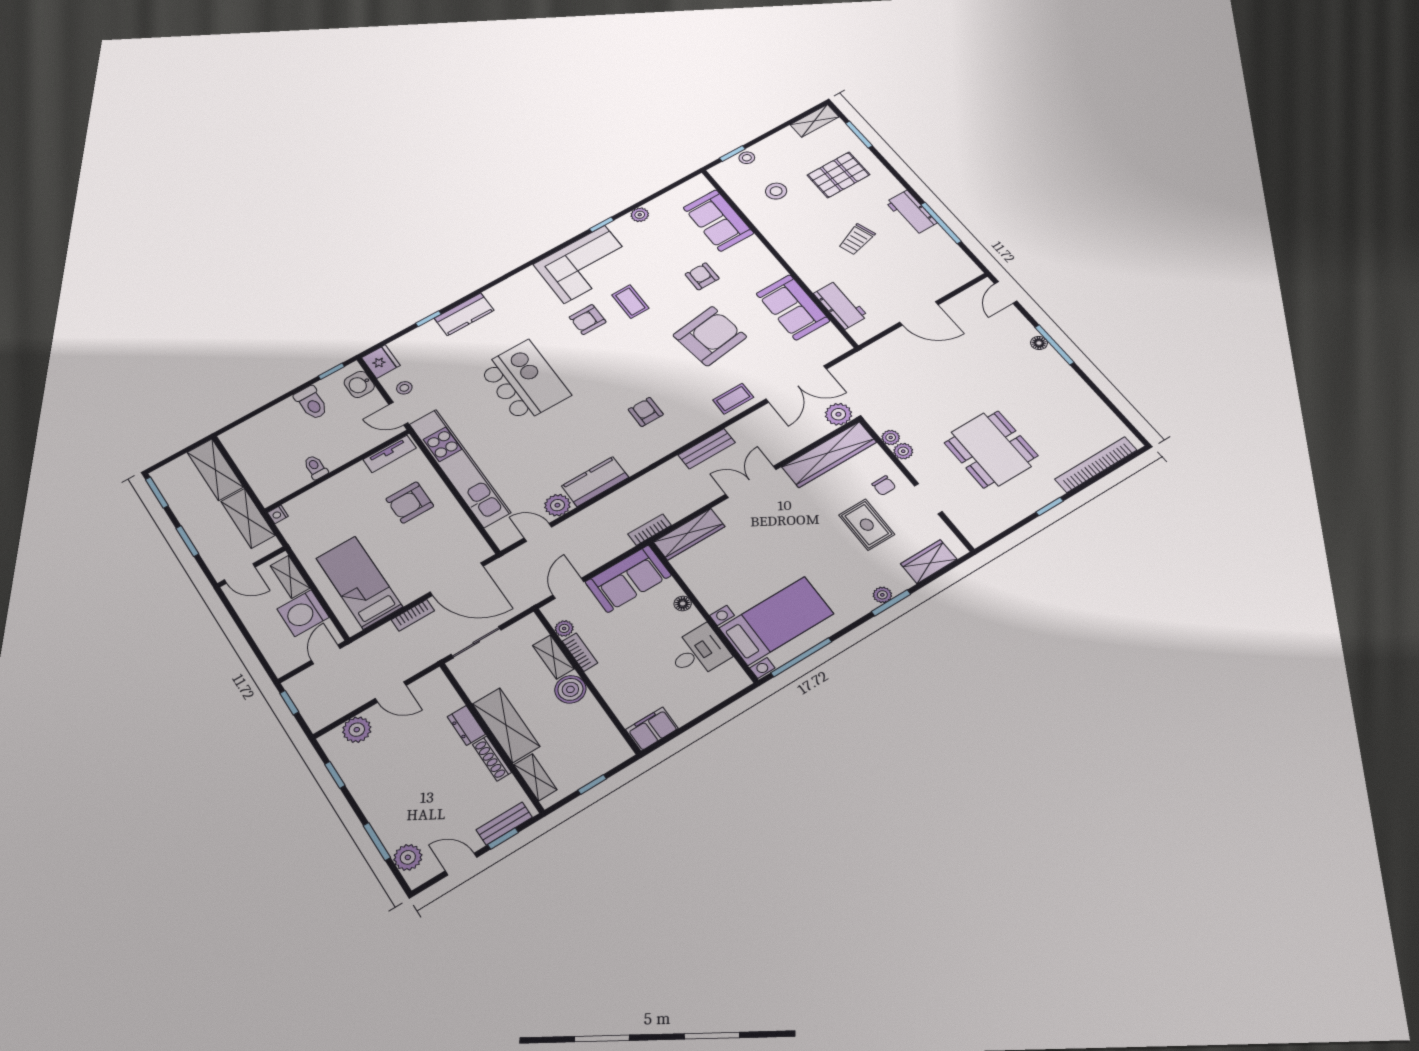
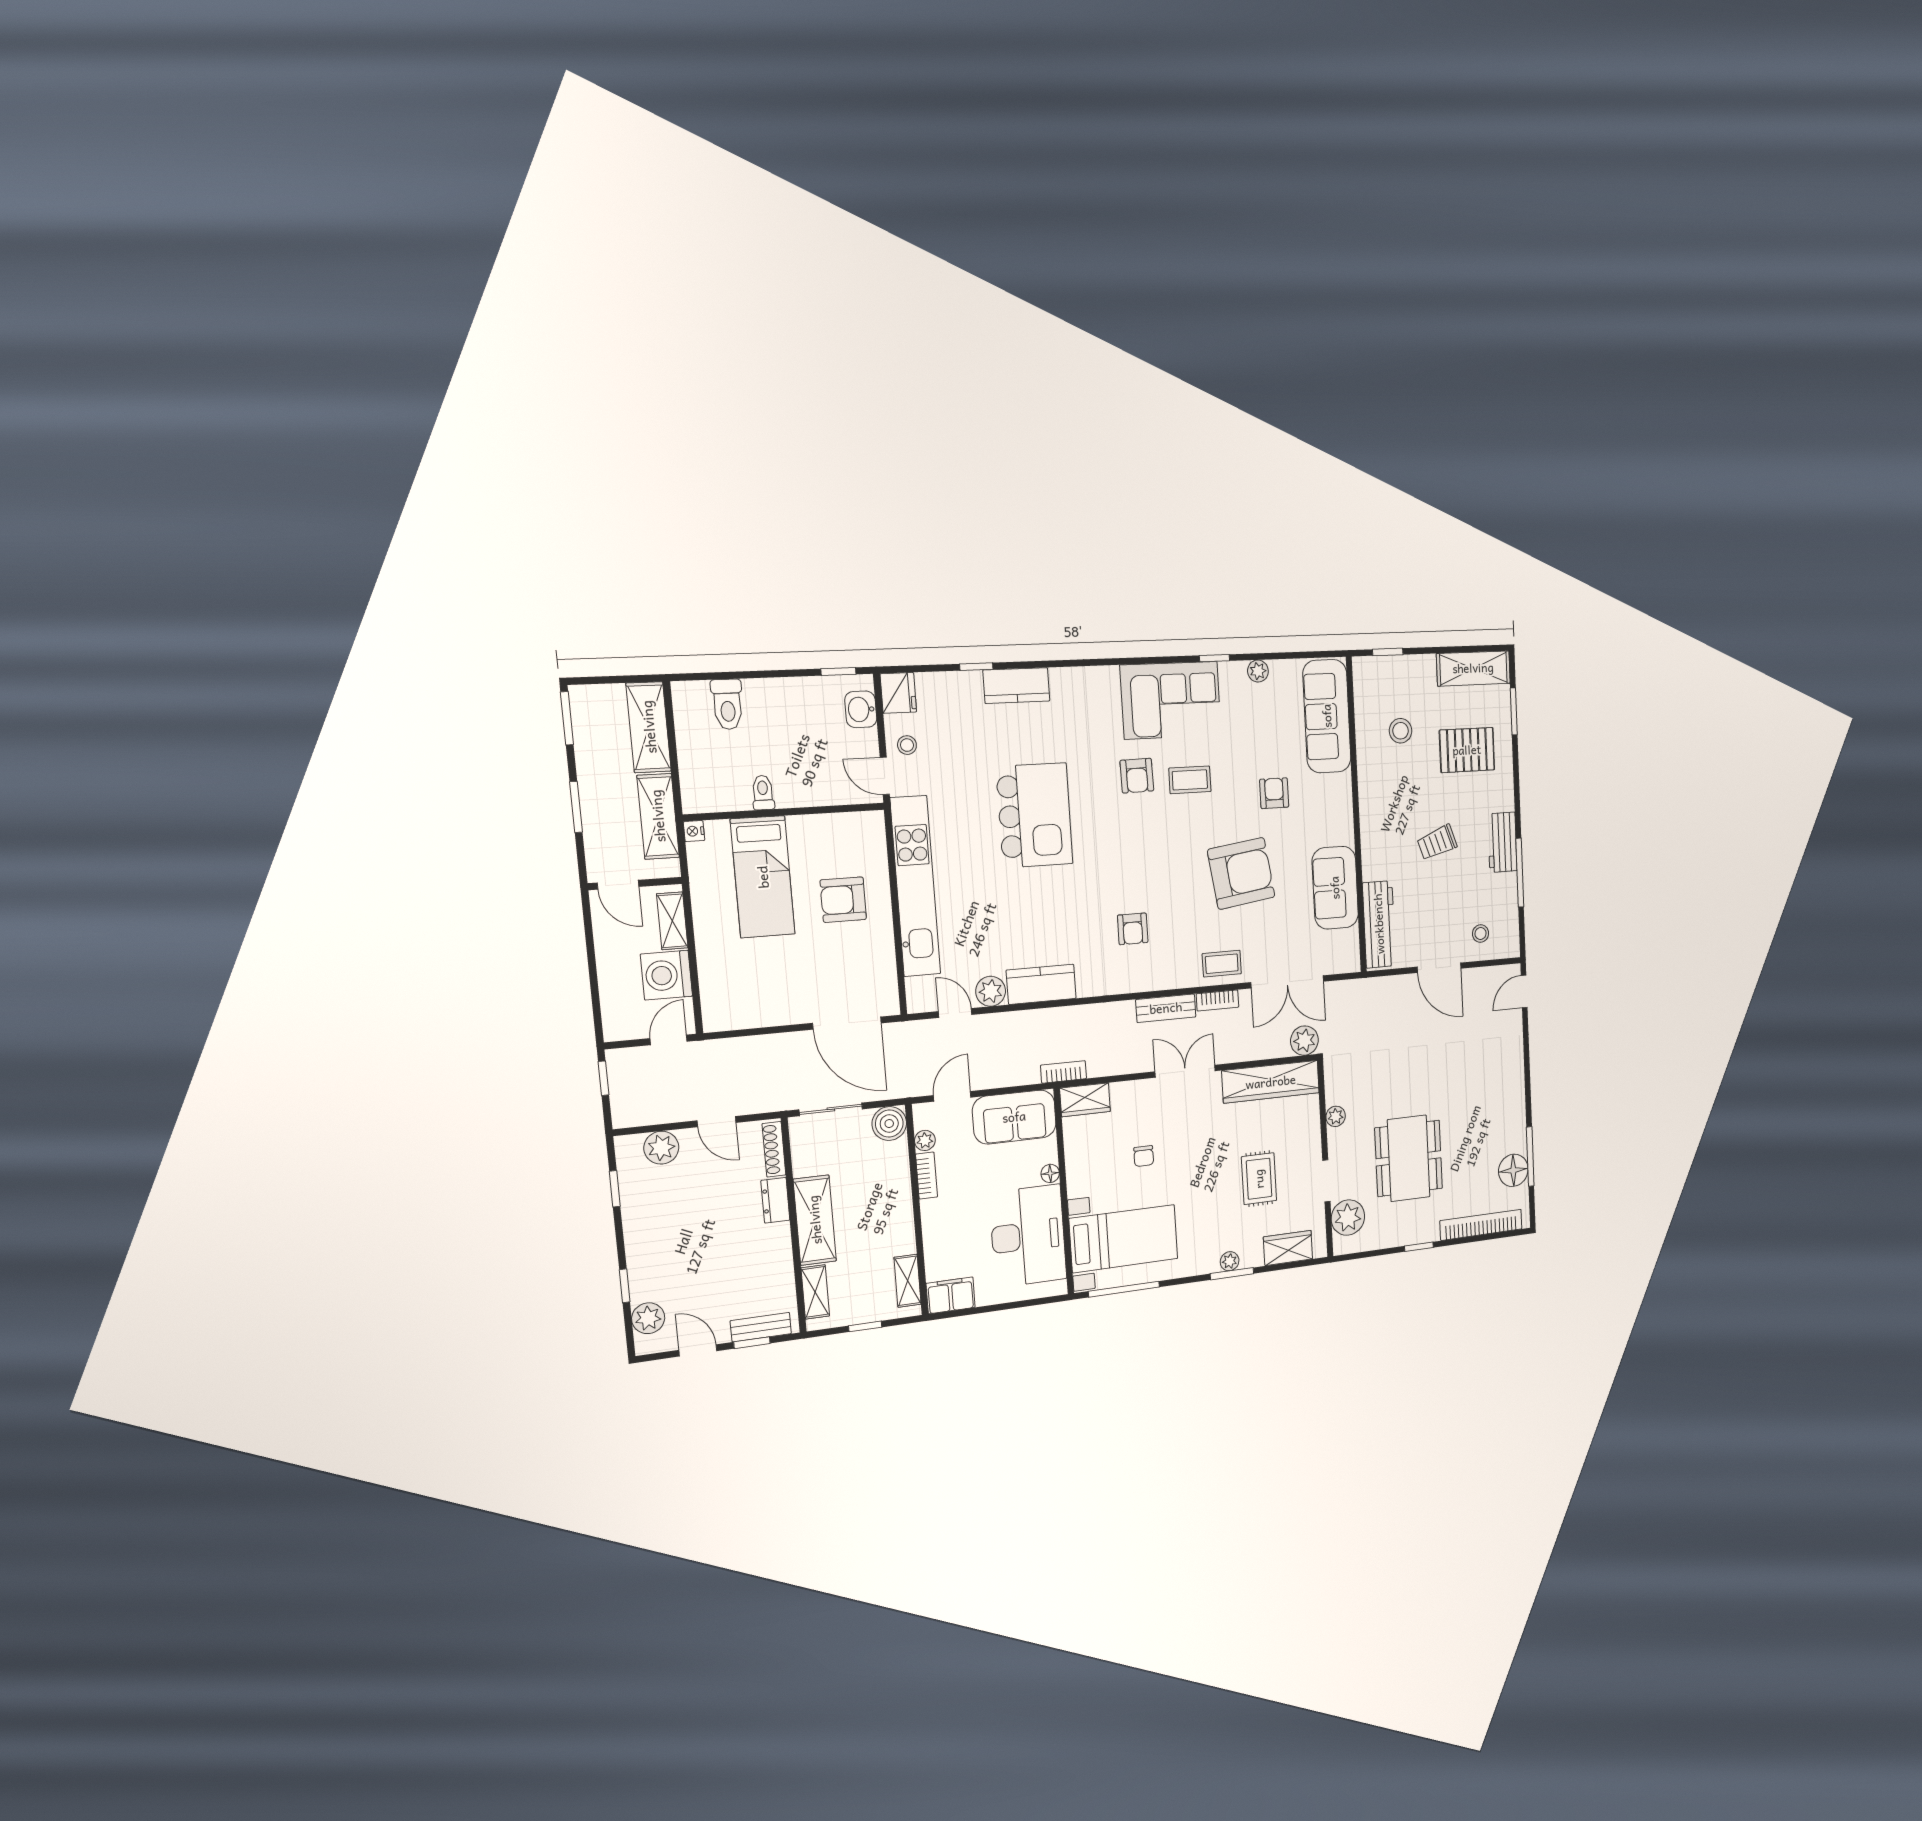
shelving: (815, 121) -> (1473, 668), width x1.50, depth x1.33
stool: (747, 158) -> (1481, 934), moved
sofa: (718, 220) -> (1327, 716), width x1.36
coffee table: (630, 302) -> (1190, 780), turned 90
workbench: (841, 305) -> (1379, 924), width x1.38
armchair: (588, 320) -> (1137, 776), turned -91
floor lamp: (1039, 343) -> (1513, 1170), moved, width x1.89, depth x1.89
window: (1054, 345) -> (1530, 1157), moved
toilet: (311, 403) -> (727, 704), moved
armchair: (646, 412) -> (1133, 929), turned 180
plant: (891, 437) -> (1348, 1218), moved, width x1.88, depth x1.88
tv unit: (390, 454) -> (851, 824), removed
chair: (884, 486) -> (1144, 1156), moved
wardrobe: (689, 534) -> (1085, 1100), width x0.67
bed: (359, 582) -> (763, 877), moved, turned 180
bookcase: (413, 615) -> (1218, 1000), moved
desk: (698, 652) -> (1028, 1236), width x1.87, depth x1.30
shelving: (553, 657) -> (908, 1281), moved
boiler: (570, 689) -> (889, 1124), moved
shoe rack: (492, 758) -> (774, 1149), moved
window: (377, 842) -> (625, 1286), width x0.67

